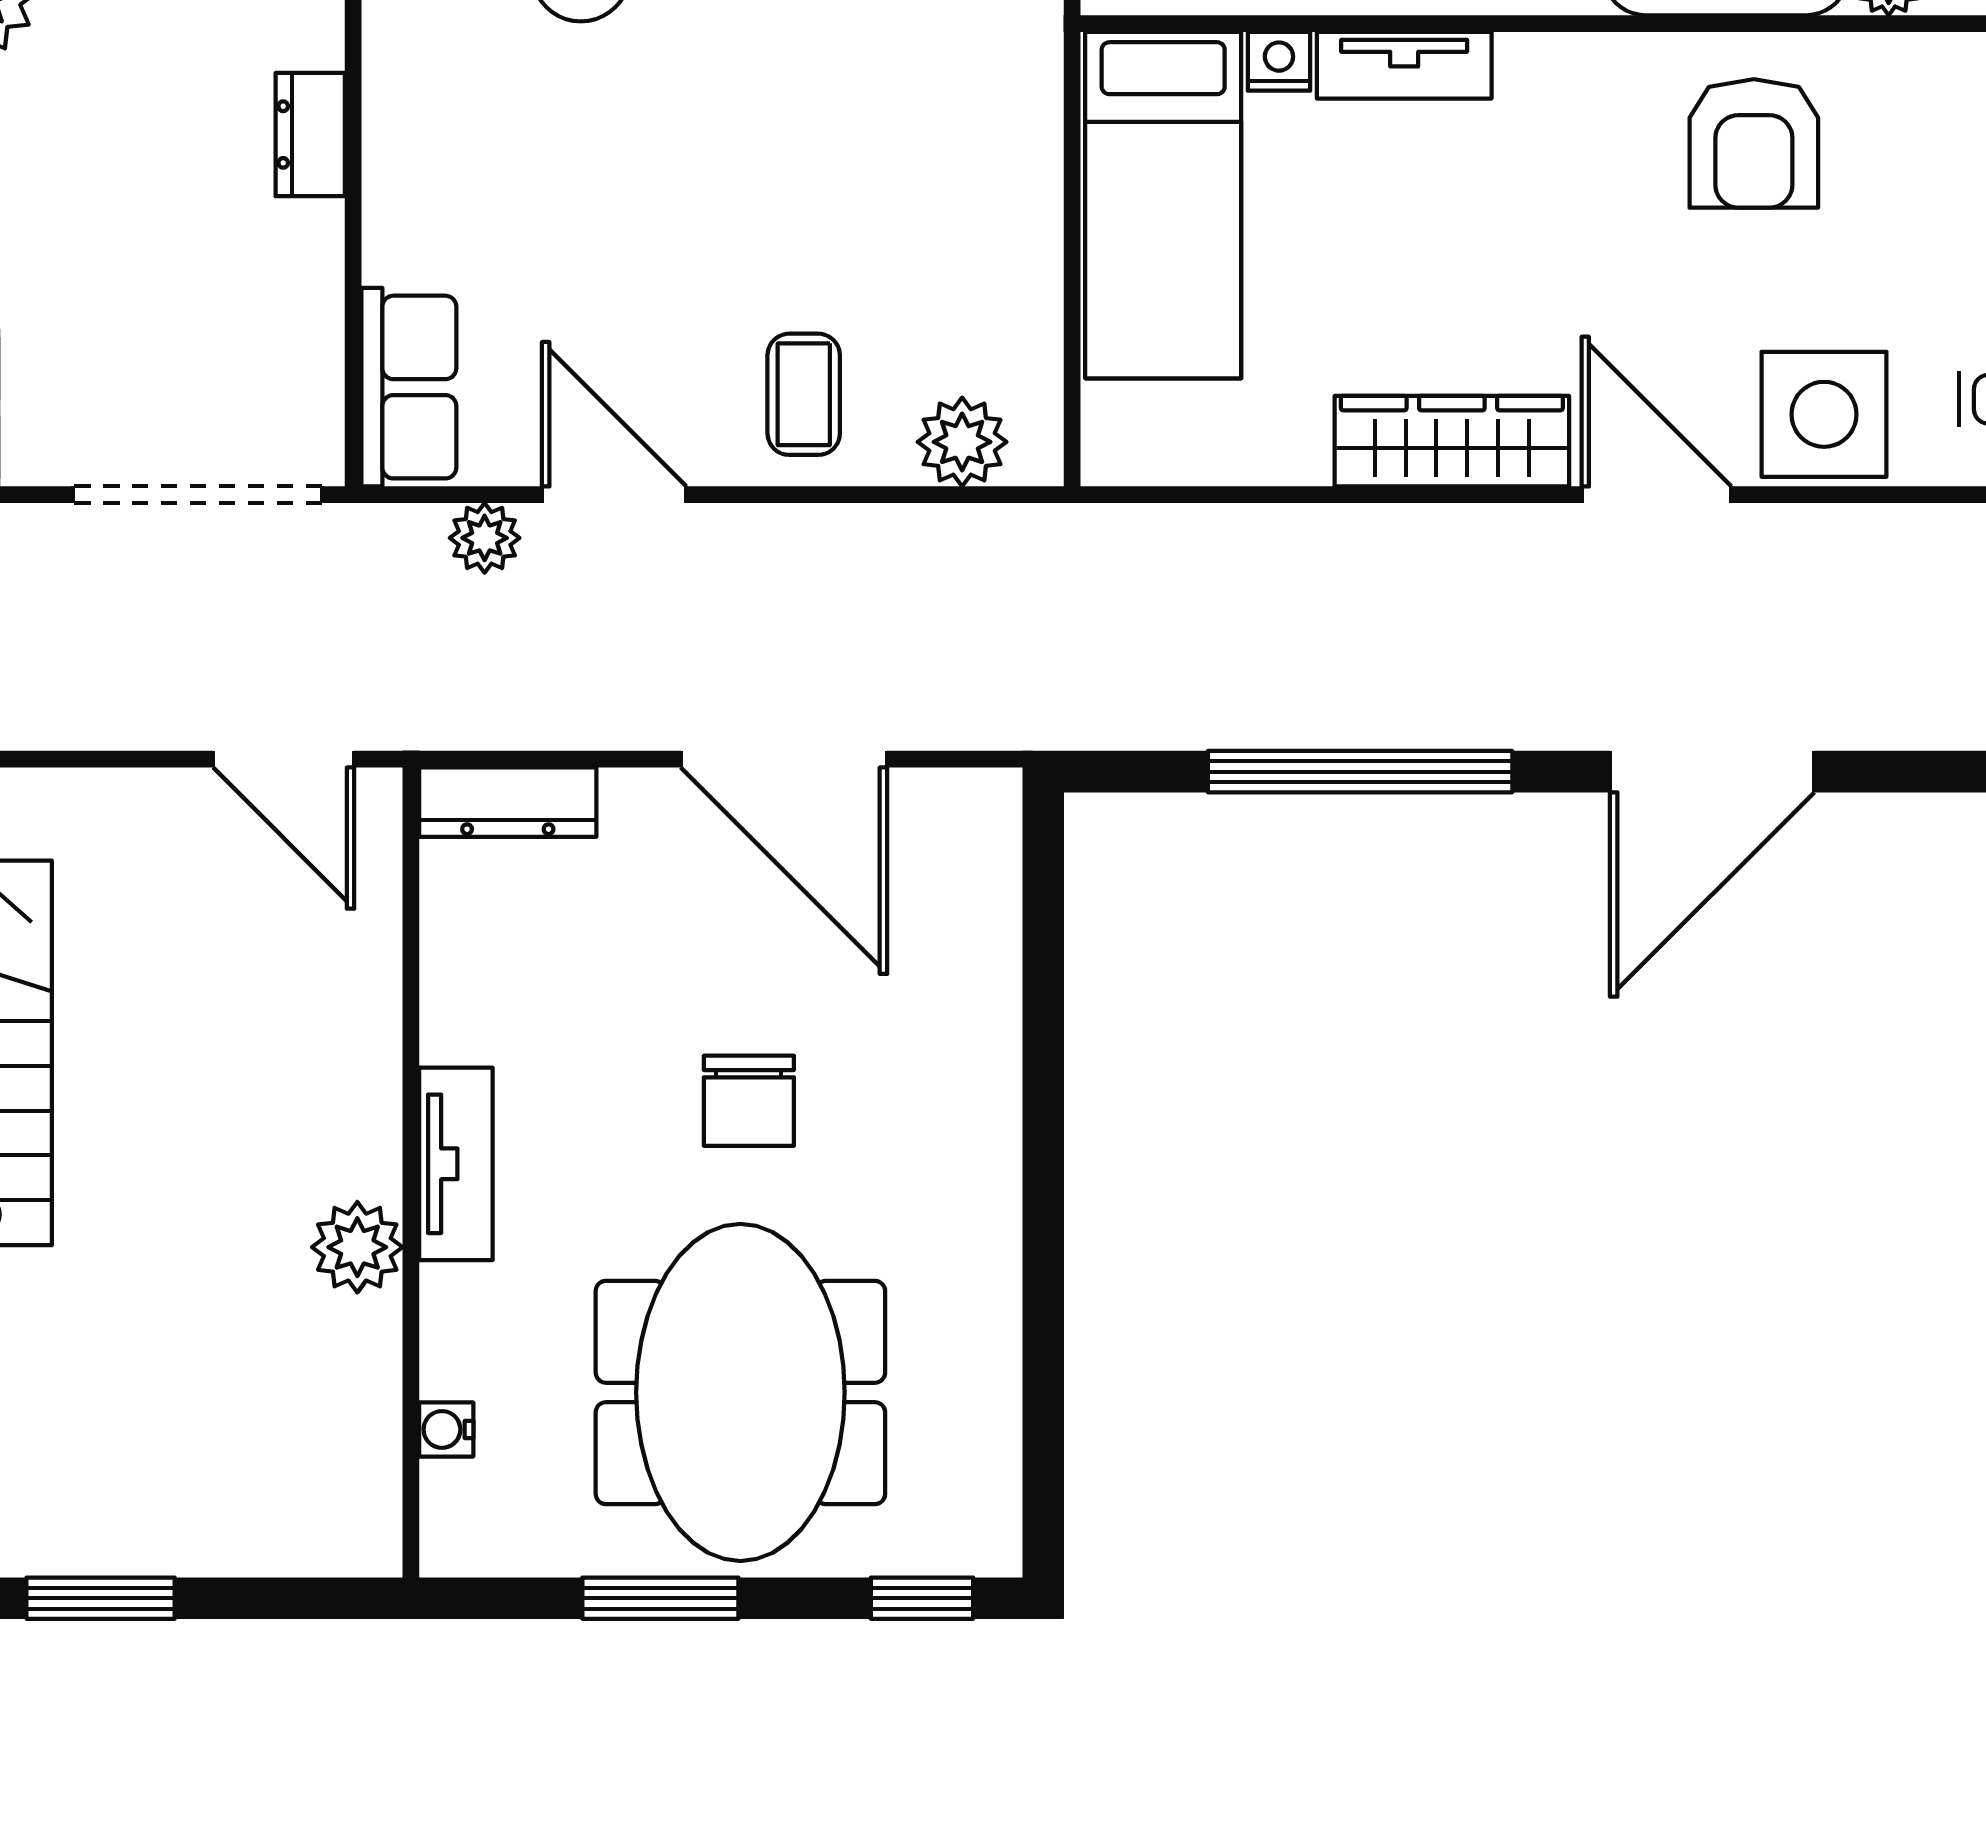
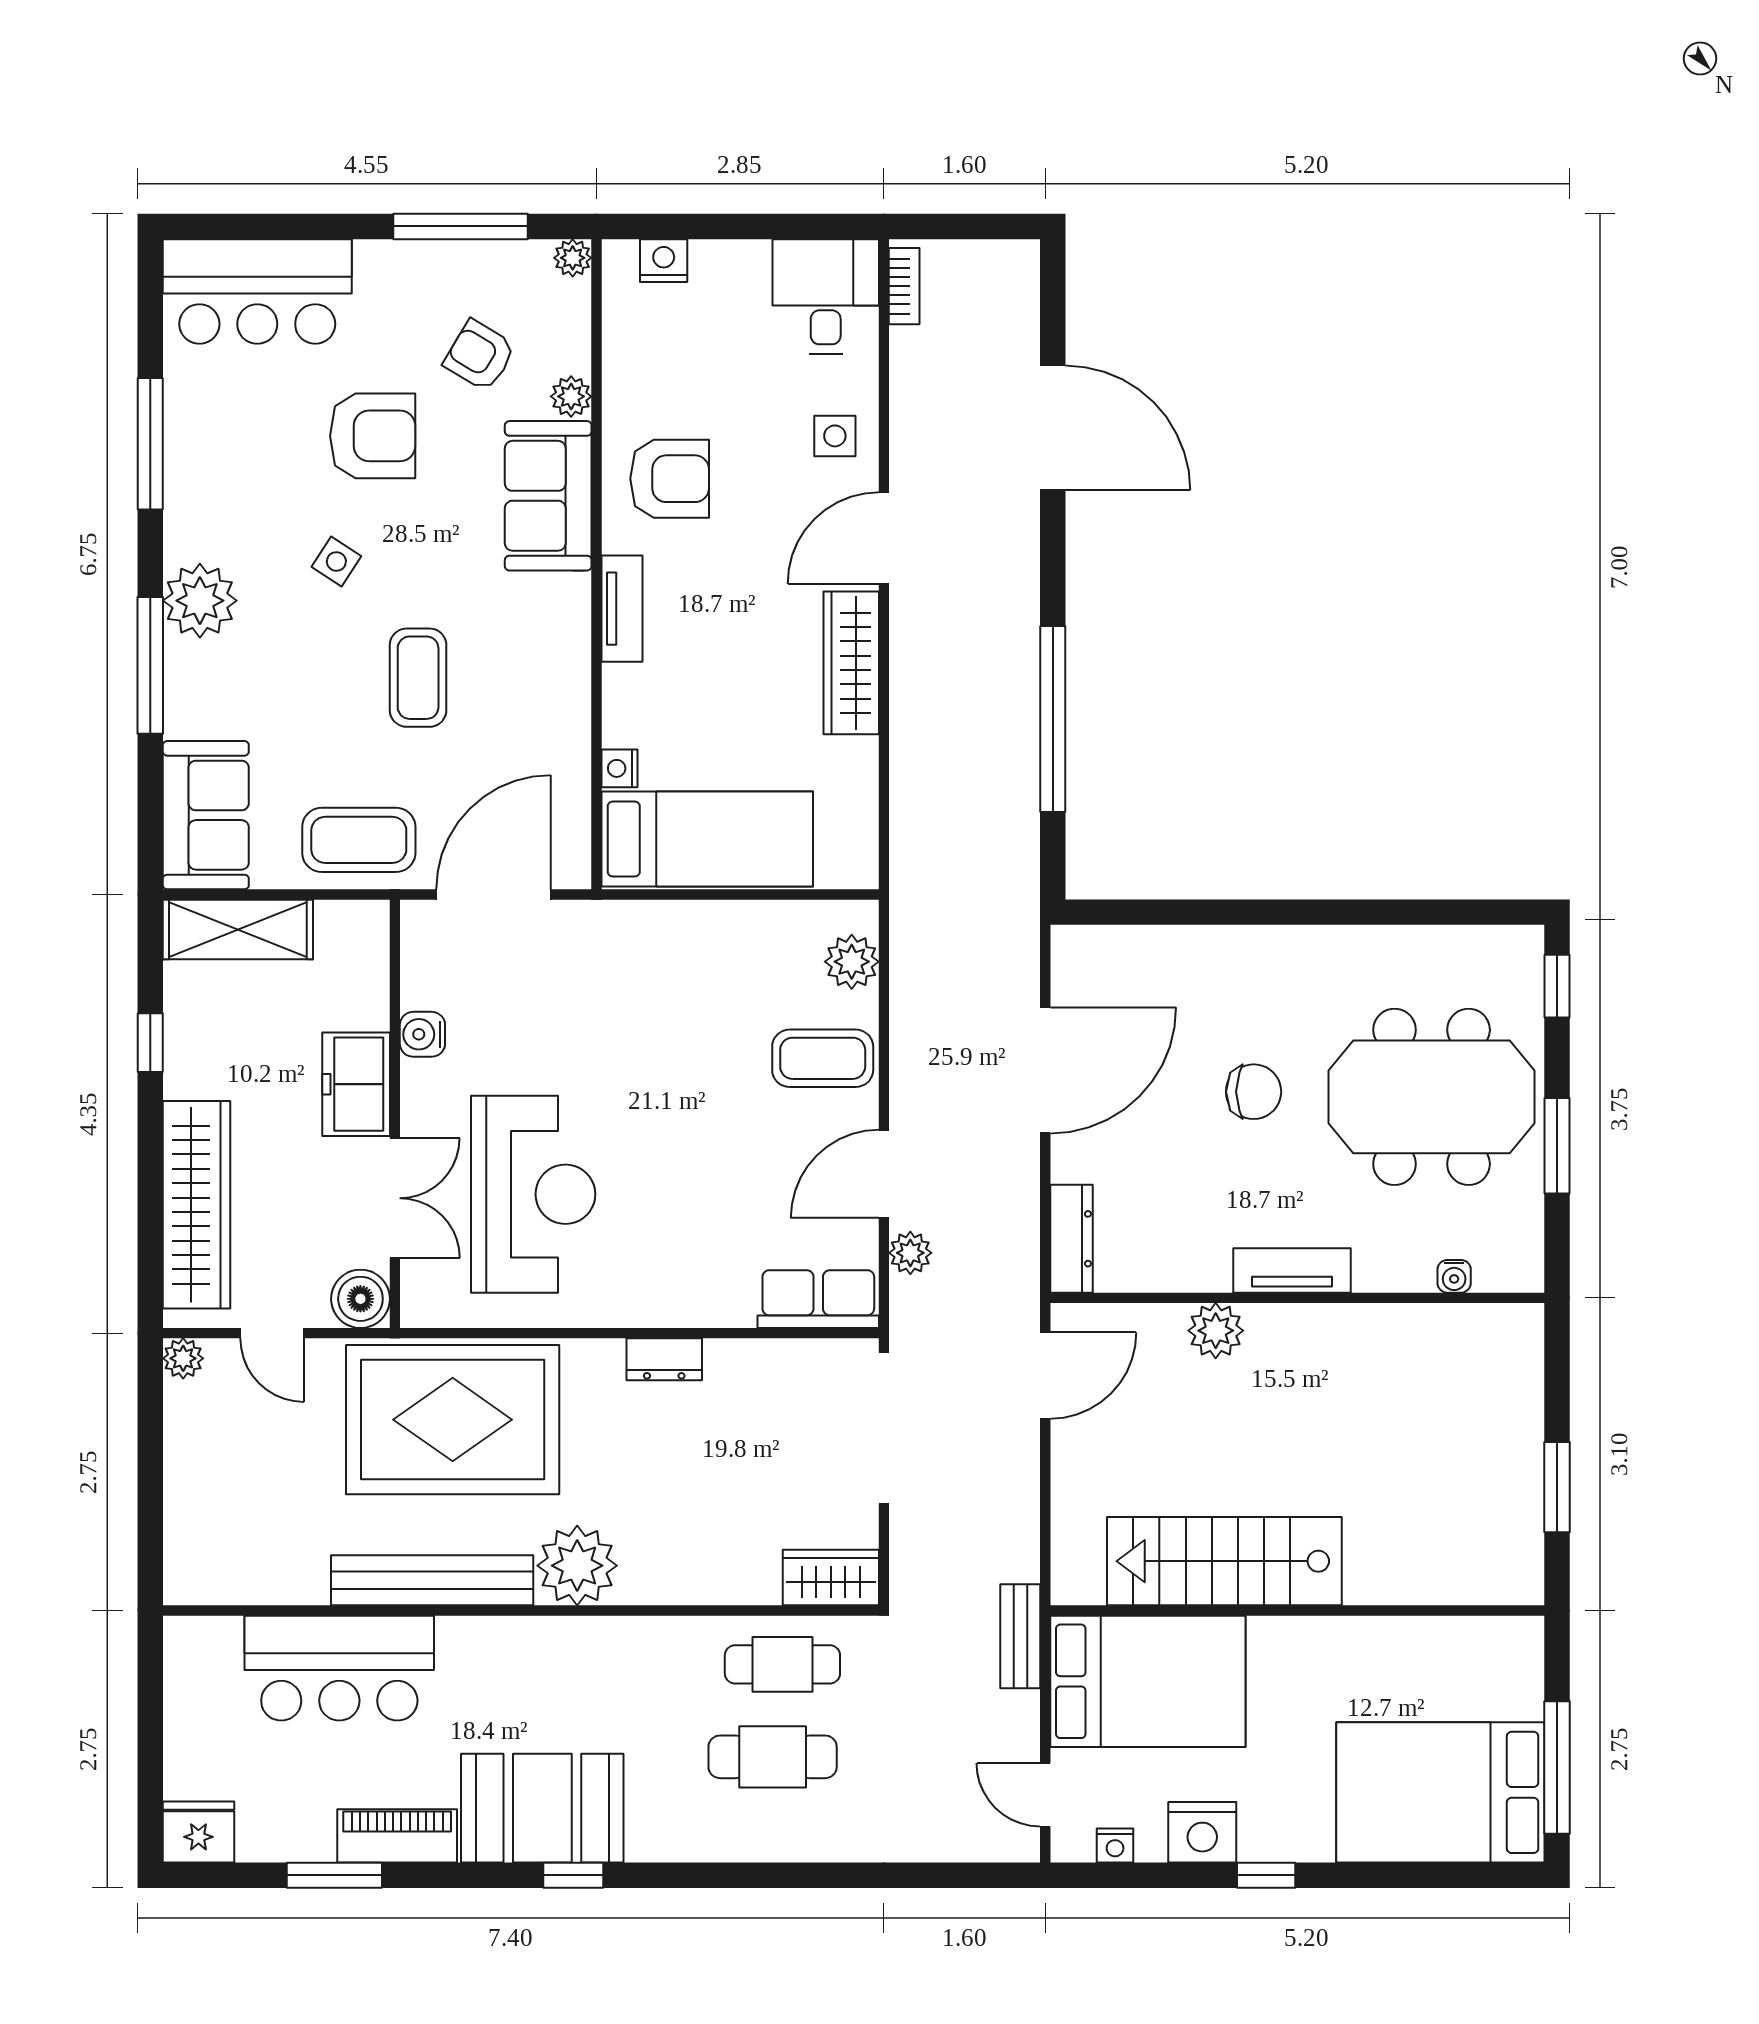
tv unit: (1404, 65) -> (622, 609), moved
coffee table: (804, 394) -> (823, 1058), width x1.36, depth x1.30
side table: (1824, 414) -> (835, 436), width x0.54, depth x0.54
door: (1712, 772) -> (1053, 428), moved
plant: (357, 1247) -> (1216, 1331), moved

